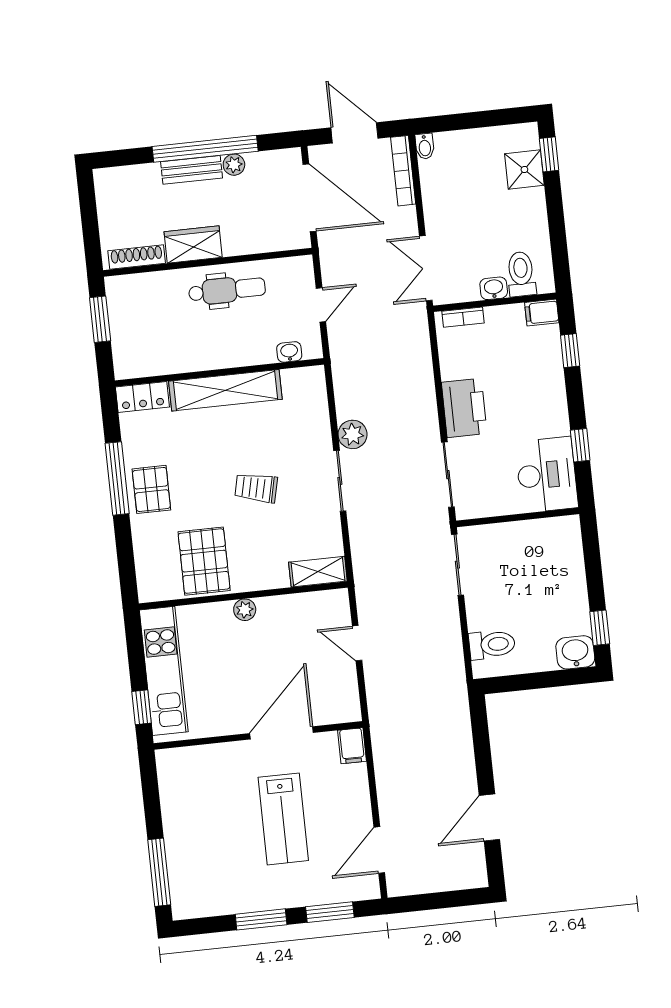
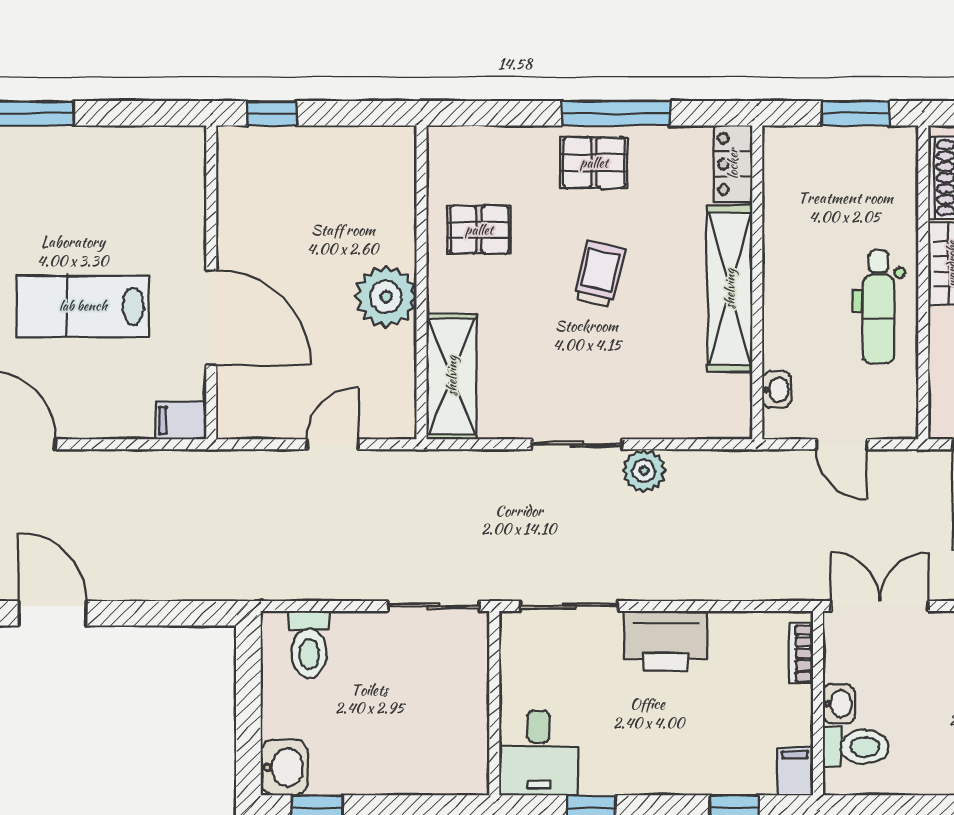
desk: (547, 475) -> (539, 753), width x0.73
trolley: (256, 488) -> (599, 274), moved
pallet: (204, 561) -> (479, 230), width x0.67, depth x0.71
shelving: (318, 572) -> (452, 376), width x1.50, depth x1.33
plant: (245, 610) -> (386, 297), width x1.87, depth x1.87
kitchen unit: (164, 671) -> (322, 152), removed

